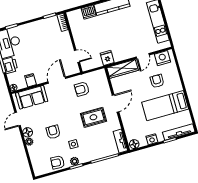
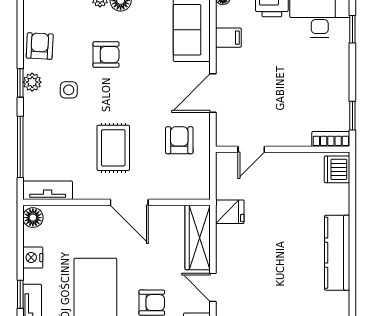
dishwasher: (89, 12) -> (337, 169), moved
door: (57, 80) -> (213, 93), swing flipped

